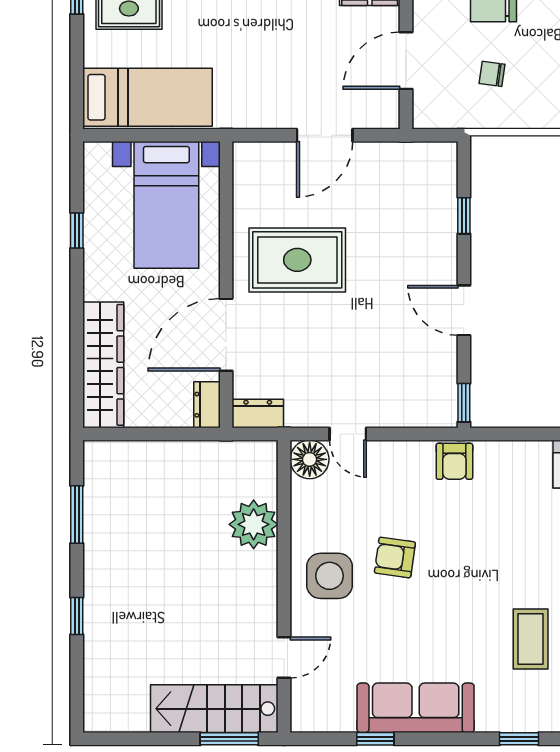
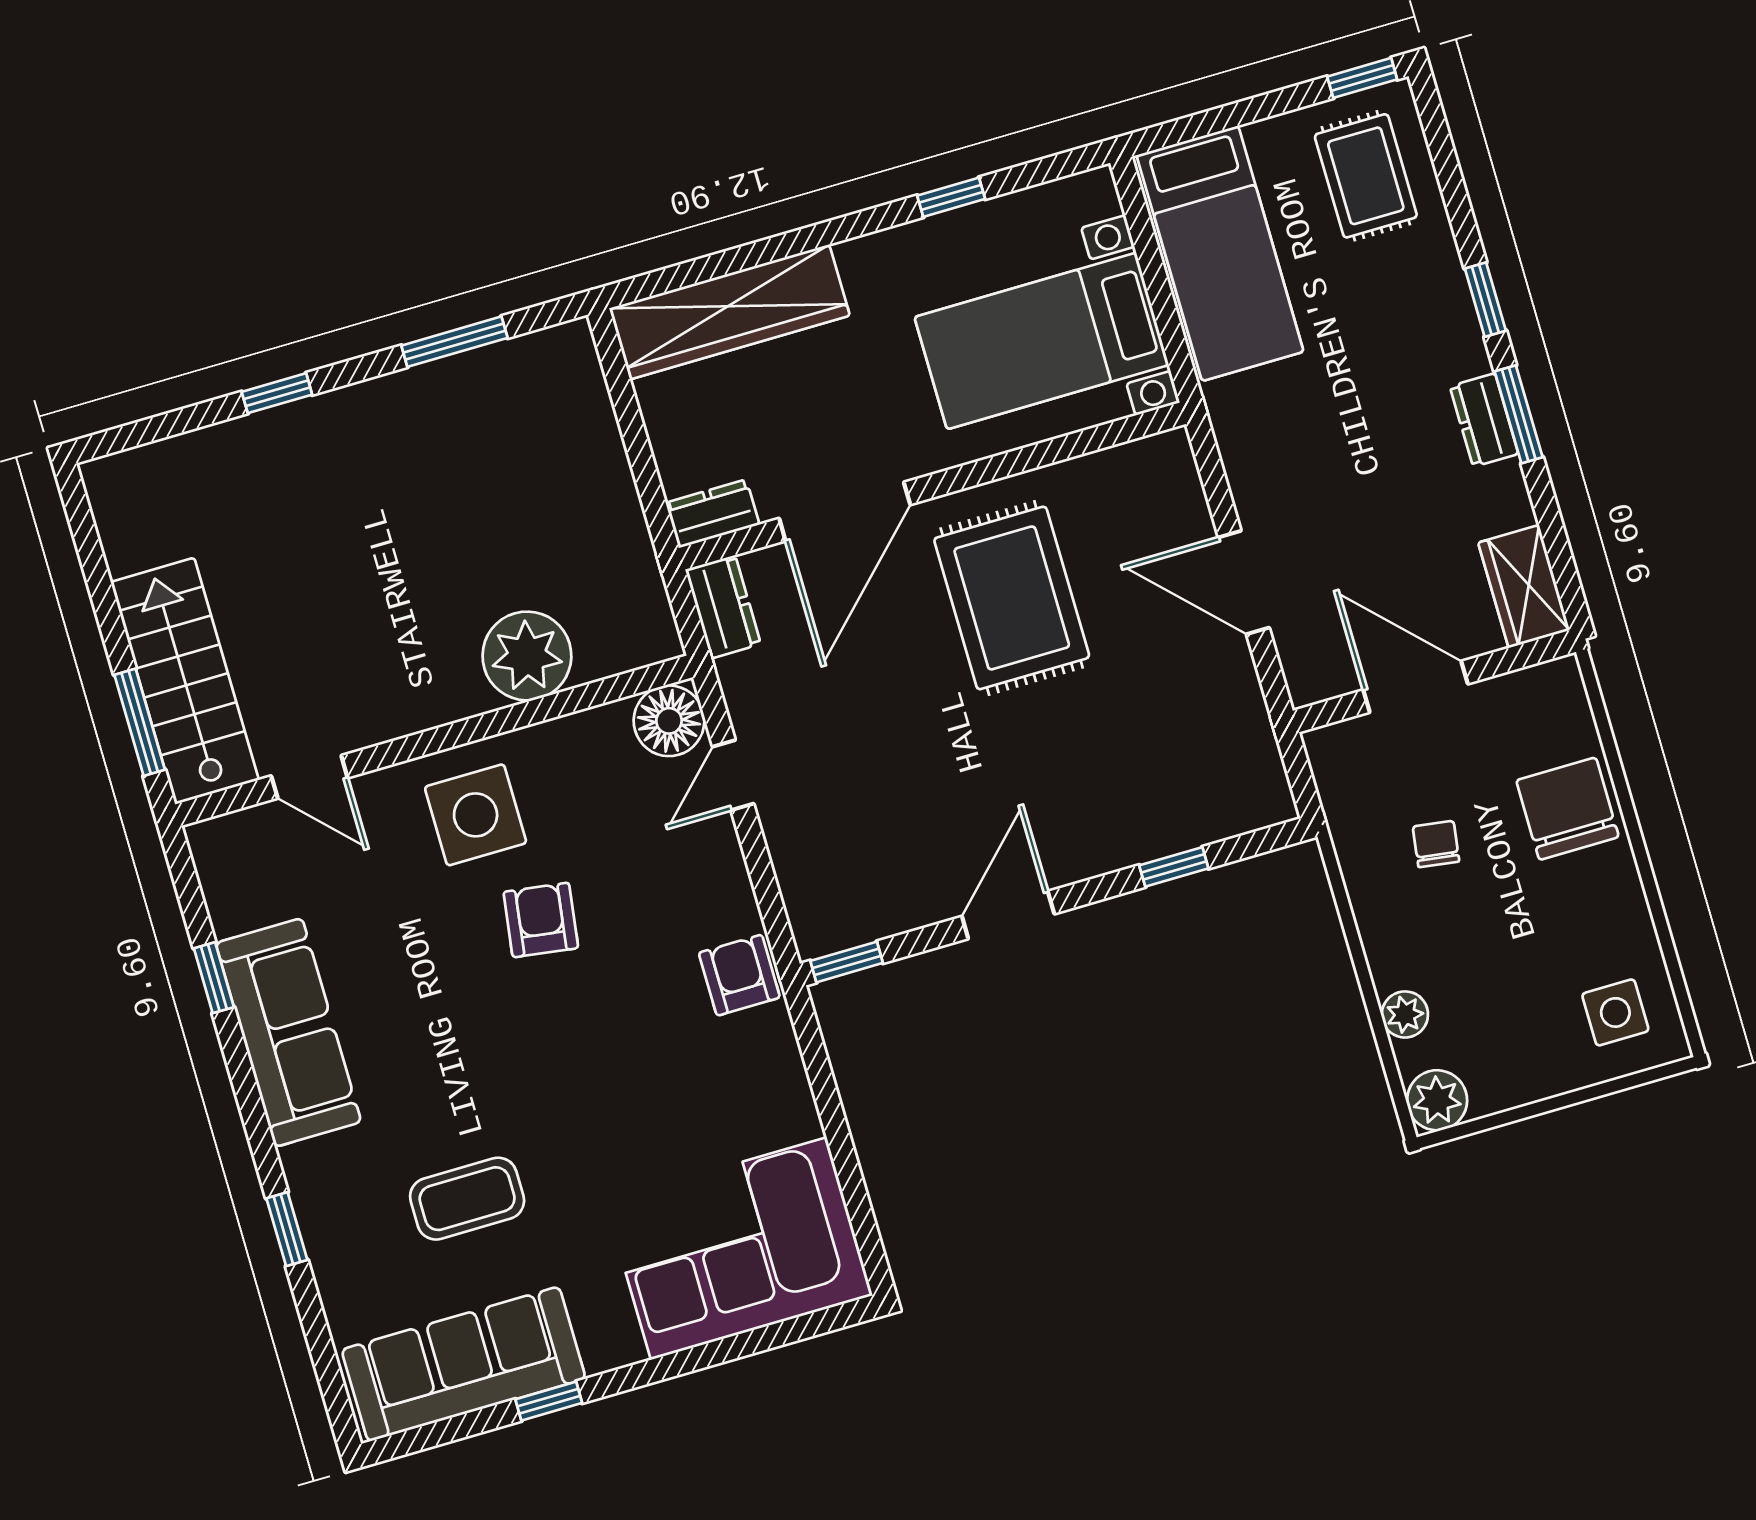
door: (226, 335) -> (845, 512), swing flipped
armchair: (454, 461) -> (739, 975), turned 90

